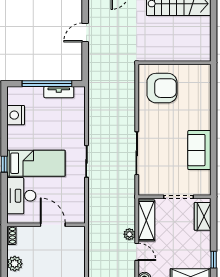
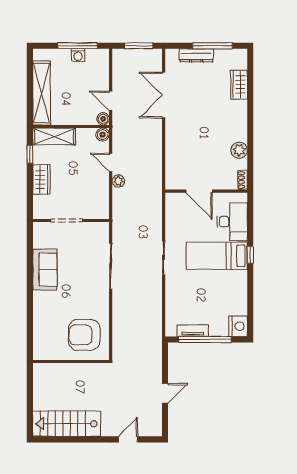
nightstand: (16, 115) -> (238, 326), moved
wardrobe: (203, 216) -> (41, 179), moved
shelving: (146, 220) -> (101, 196), removed

